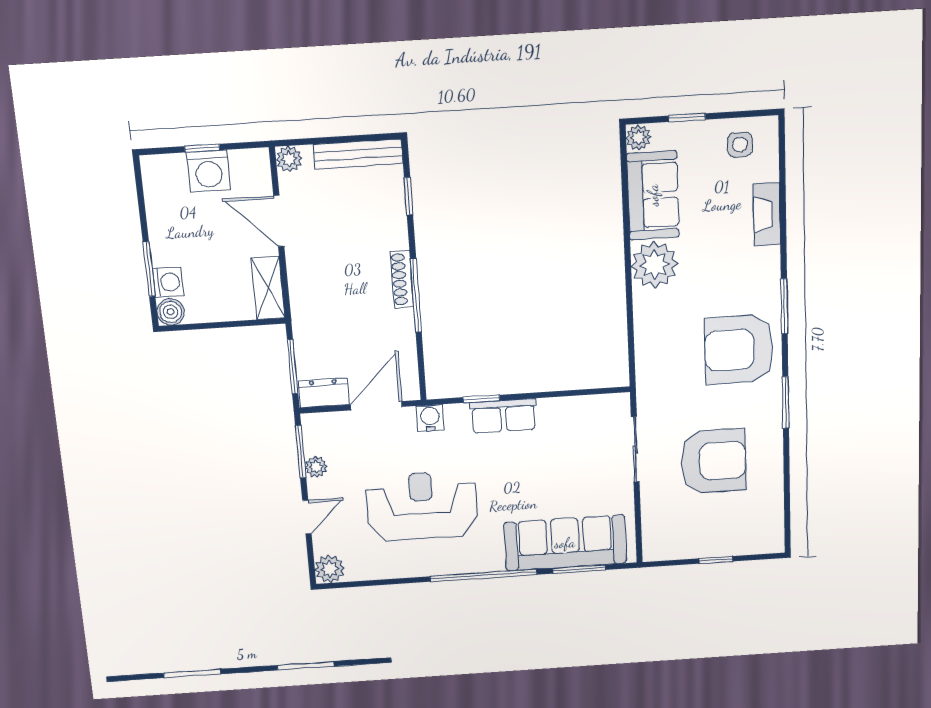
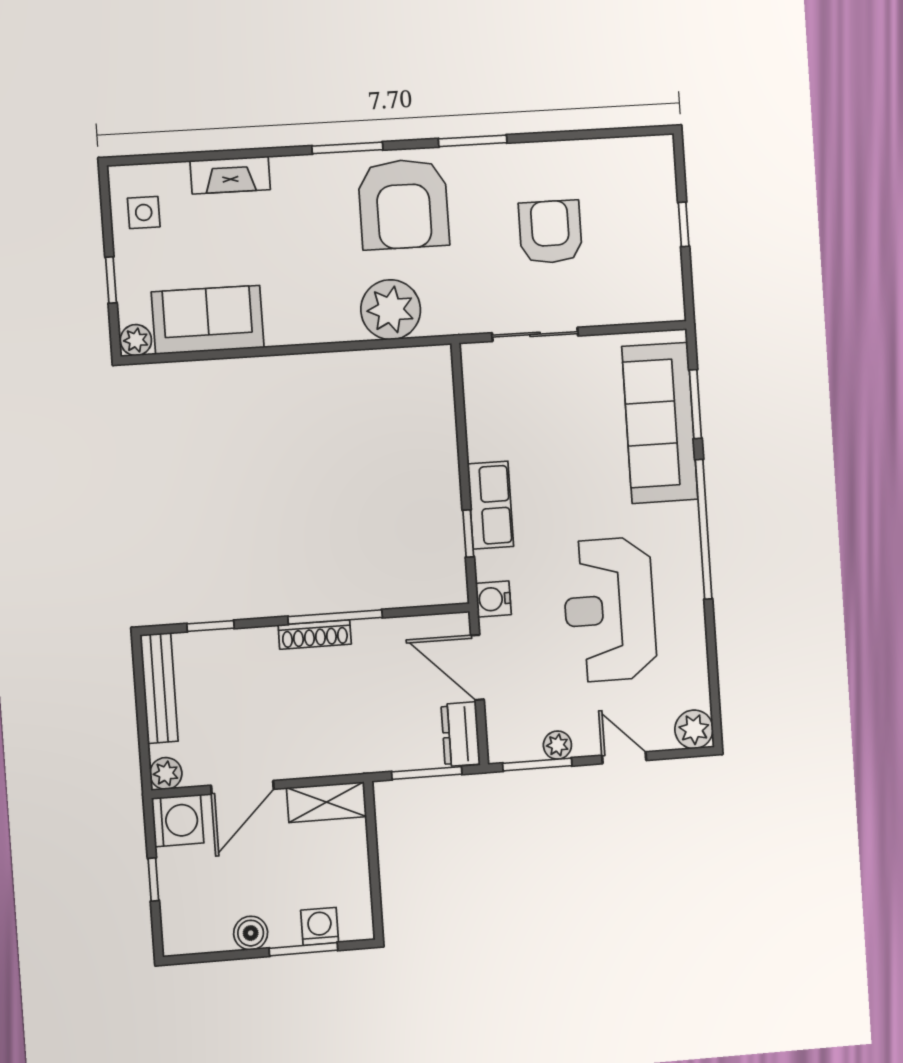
washing machine: (209, 171) -> (178, 821), moved
plant: (655, 265) -> (391, 310), moved
boiler: (171, 312) -> (251, 933), moved
armchair: (714, 461) -> (550, 232), width x0.73, depth x0.73

